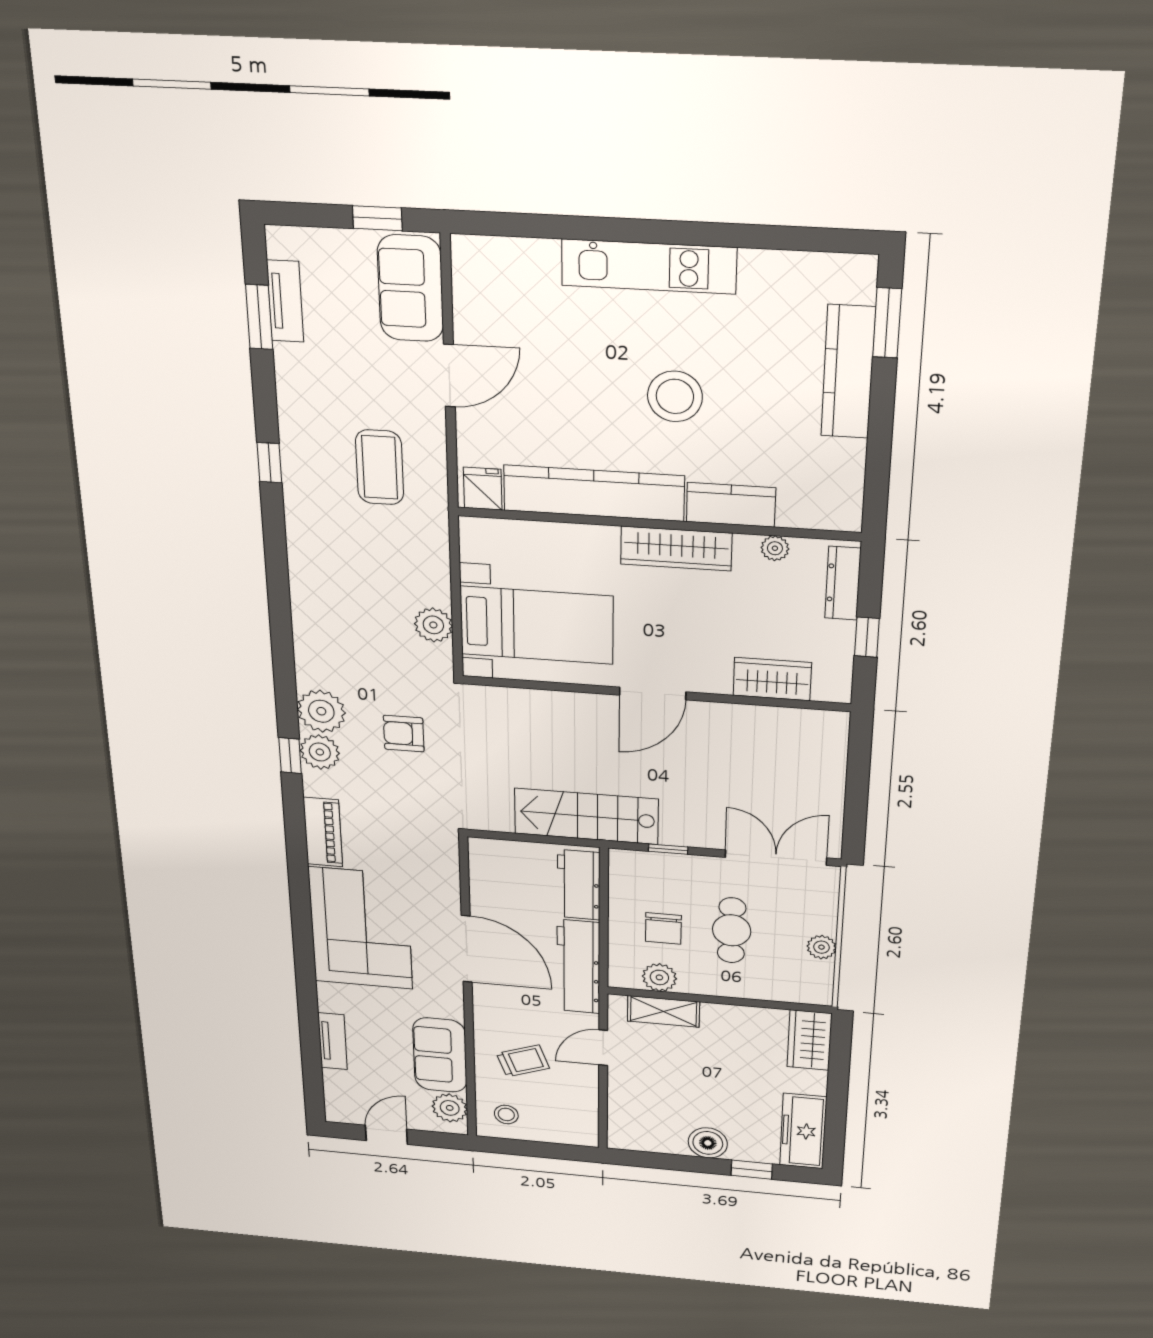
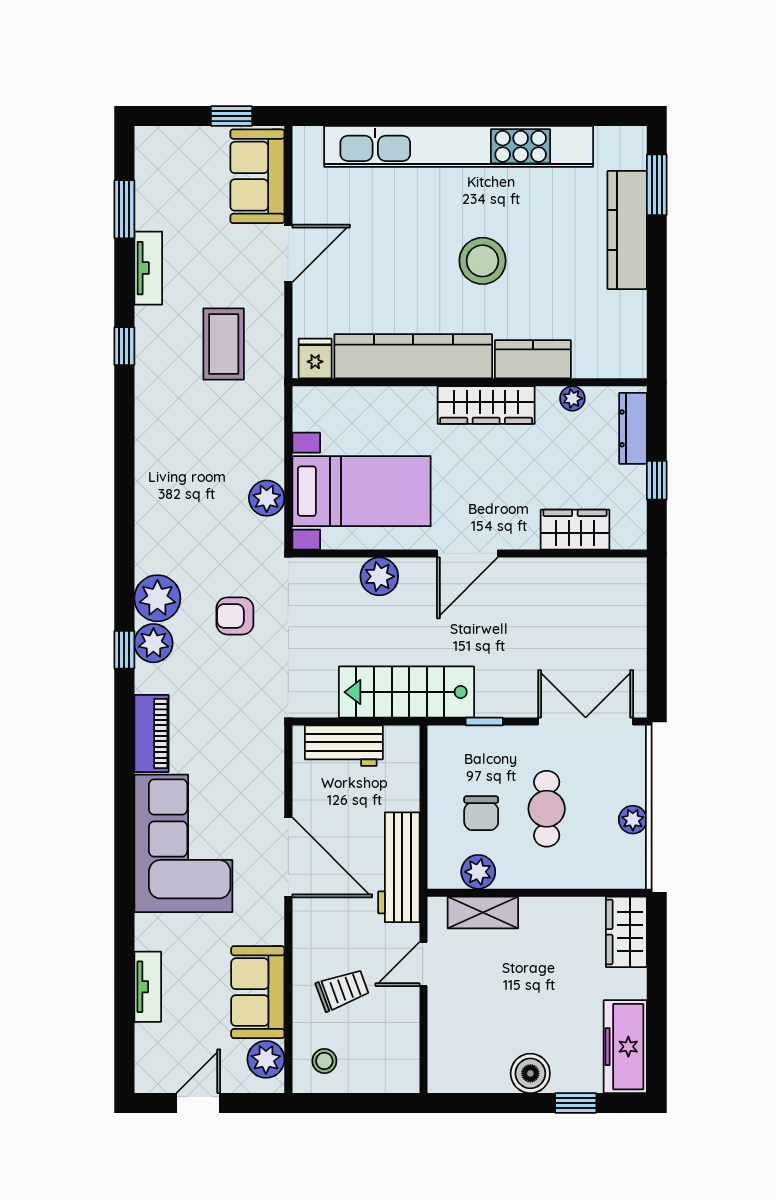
kitchen unit: (649, 267) -> (459, 146), width x1.86
tv unit: (285, 301) -> (148, 268), moved
plant: (557, 708) -> (379, 576), added
workbench: (579, 885) -> (344, 746), moved, turned -90

